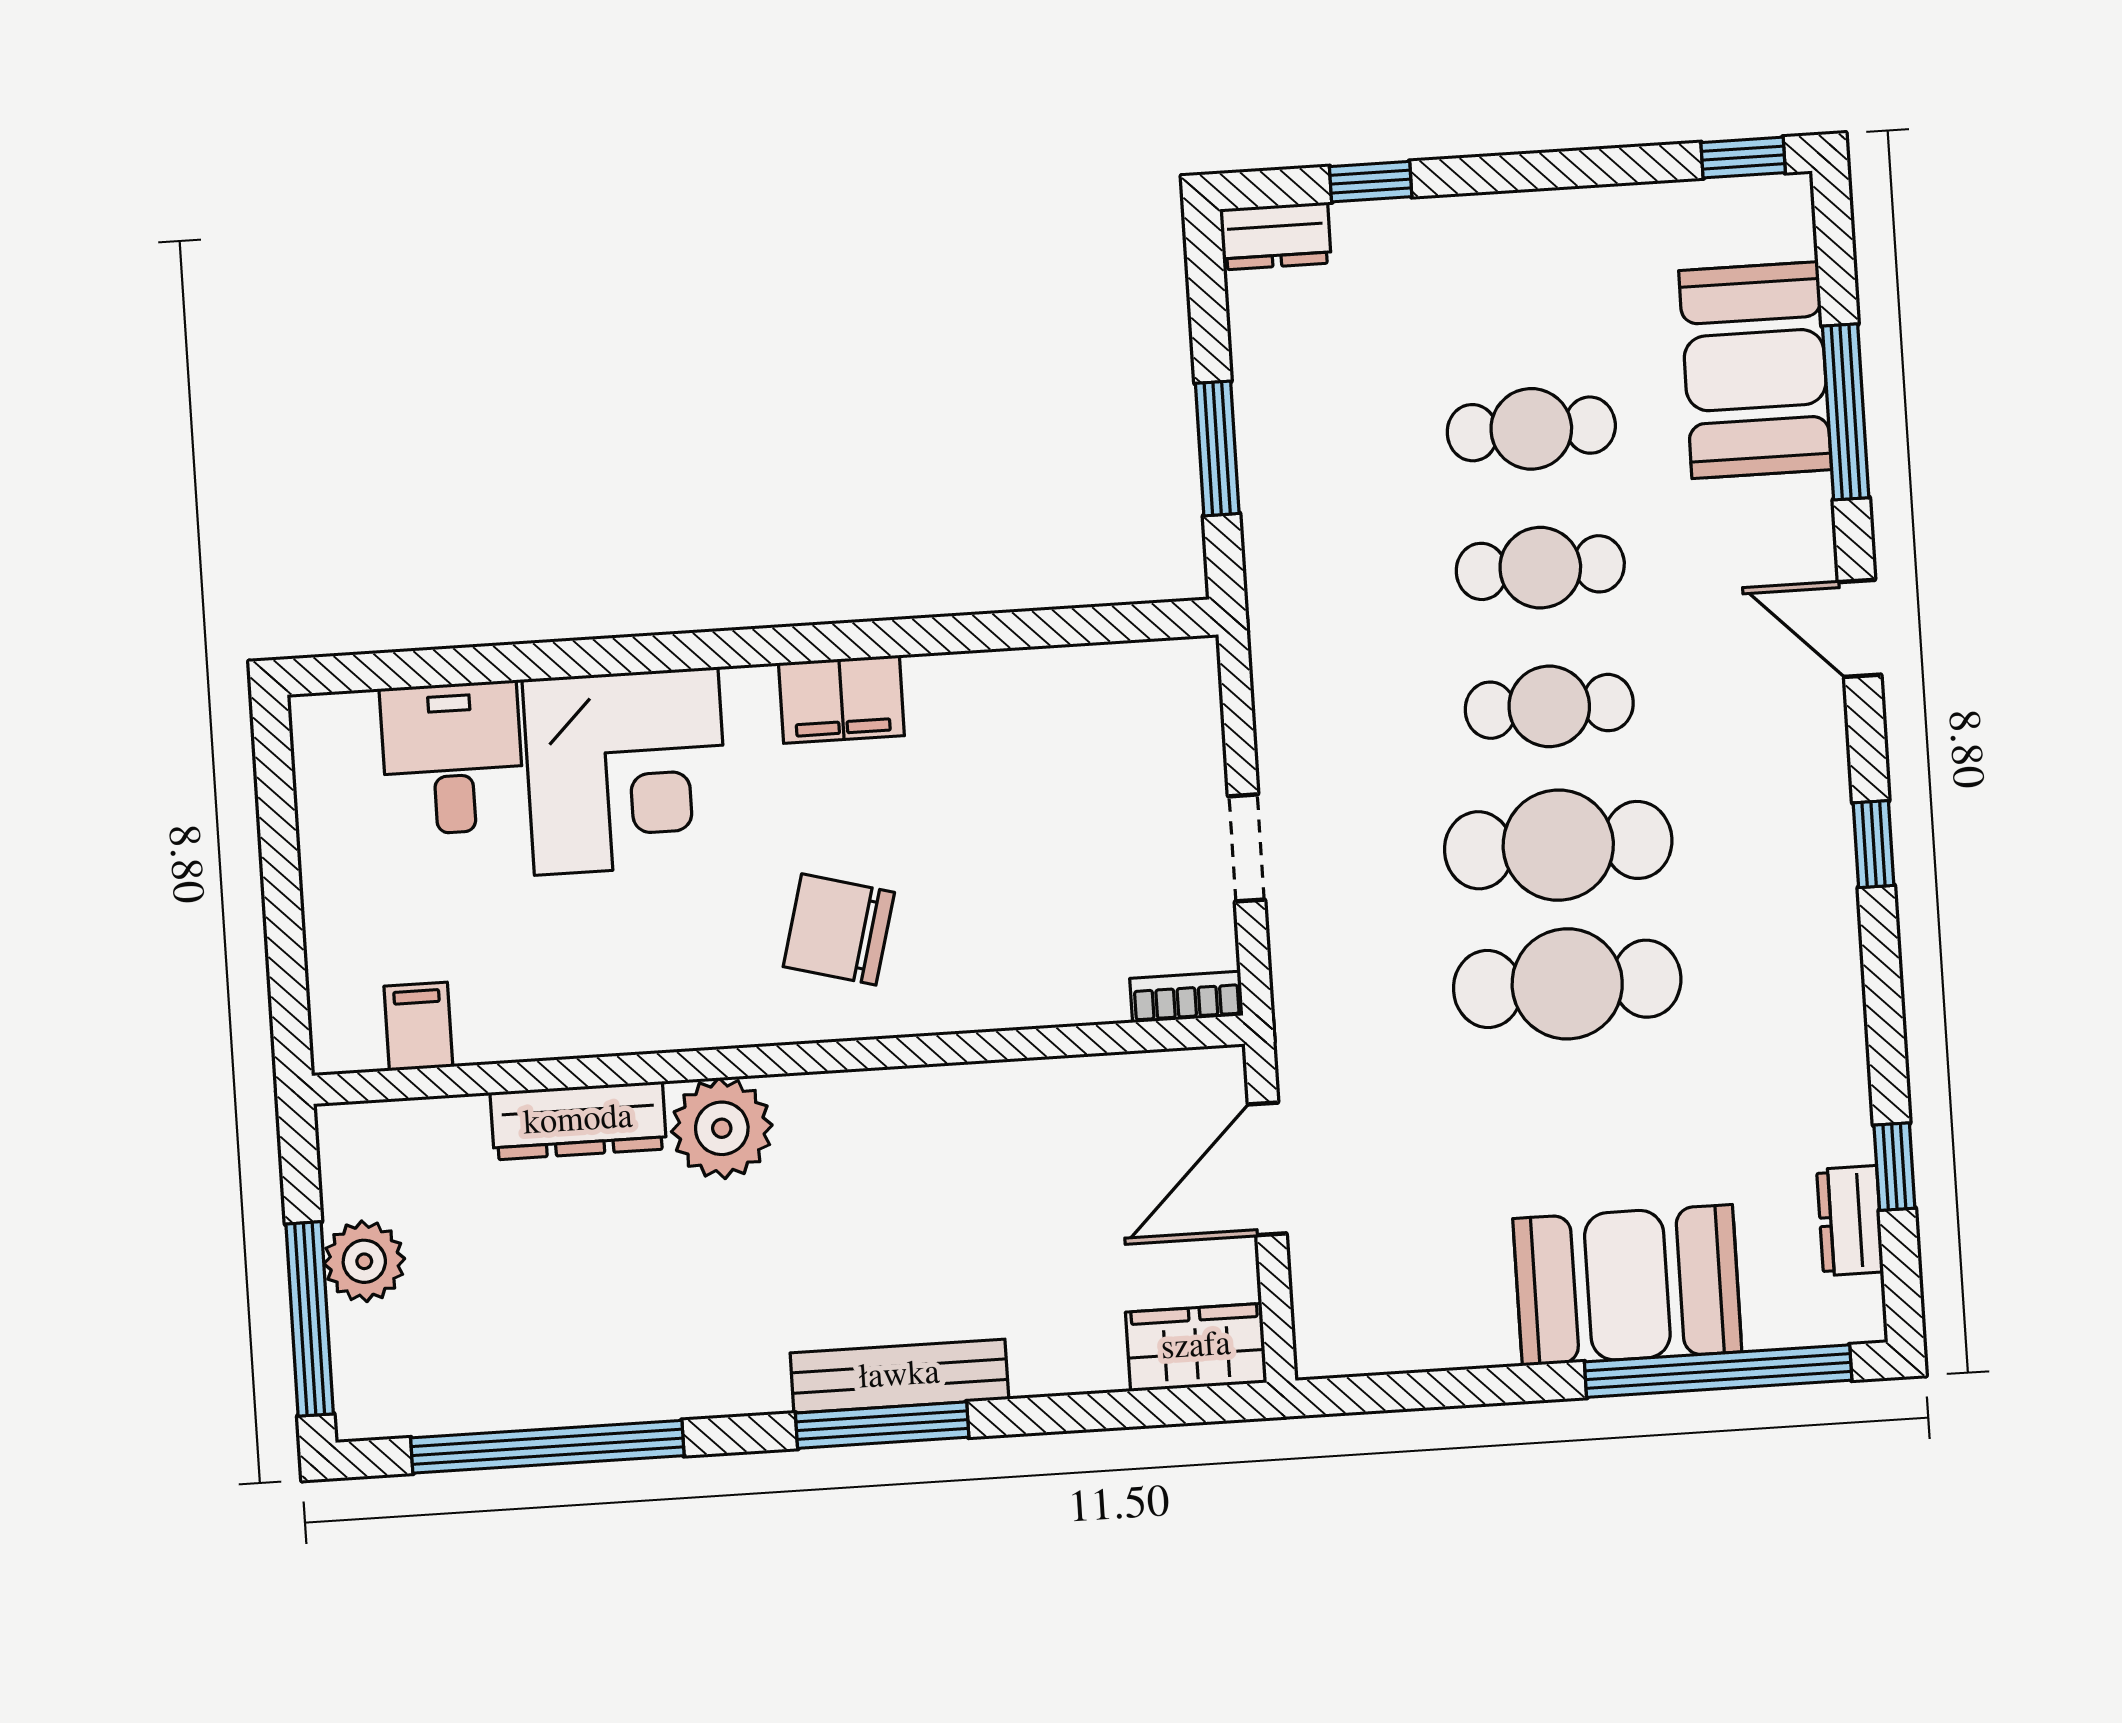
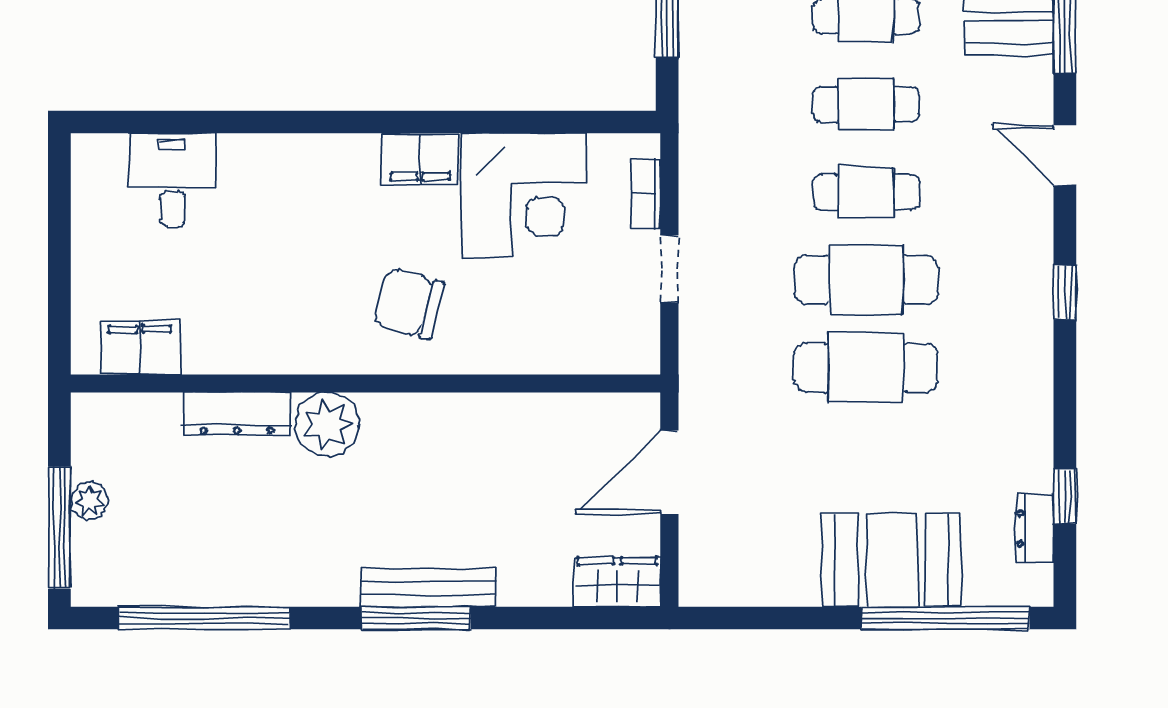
corner desk: (626, 771) -> (524, 195), moved
bookcase: (1186, 997) -> (646, 194), moved, turned -90
filing cabinet: (418, 1026) -> (140, 348), width x2.00
plant: (364, 1261) -> (89, 501), width x0.73, depth x0.73

